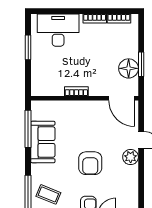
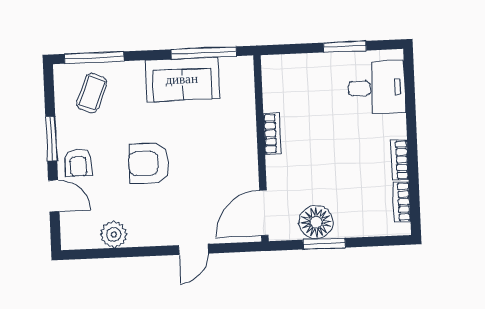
desk: (58, 30) -> (377, 88), width x0.73
plant: (131, 157) -> (114, 235), moved

